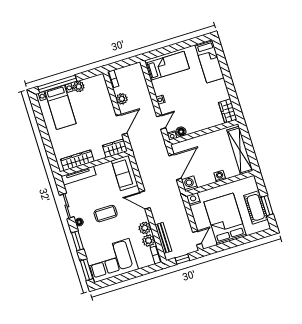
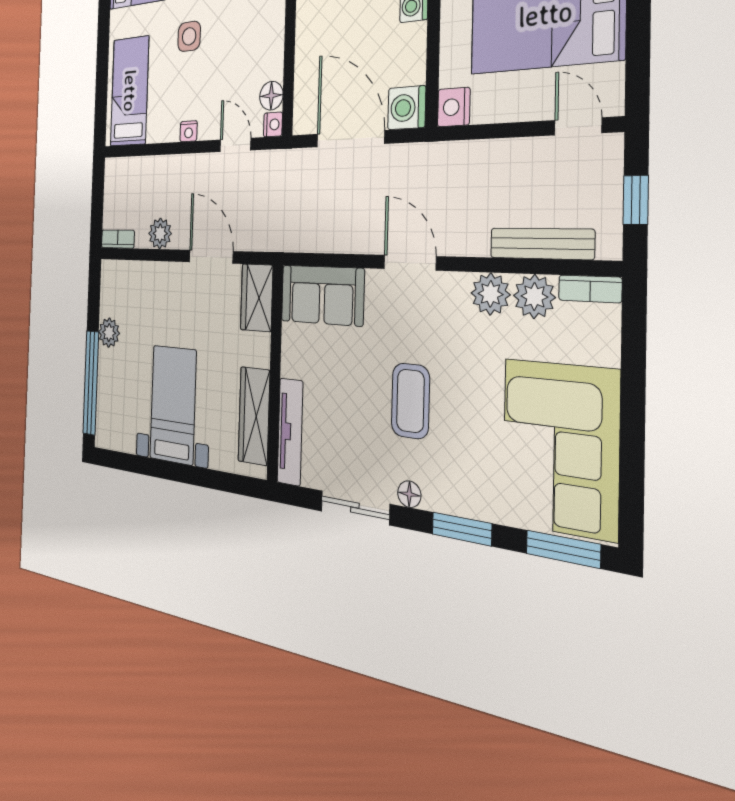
side table: (193, 88) -> (189, 36), added
bed with nightstands: (60, 107) -> (173, 405), moved, turned -90
door: (145, 200) -> (410, 263), swing flipped

